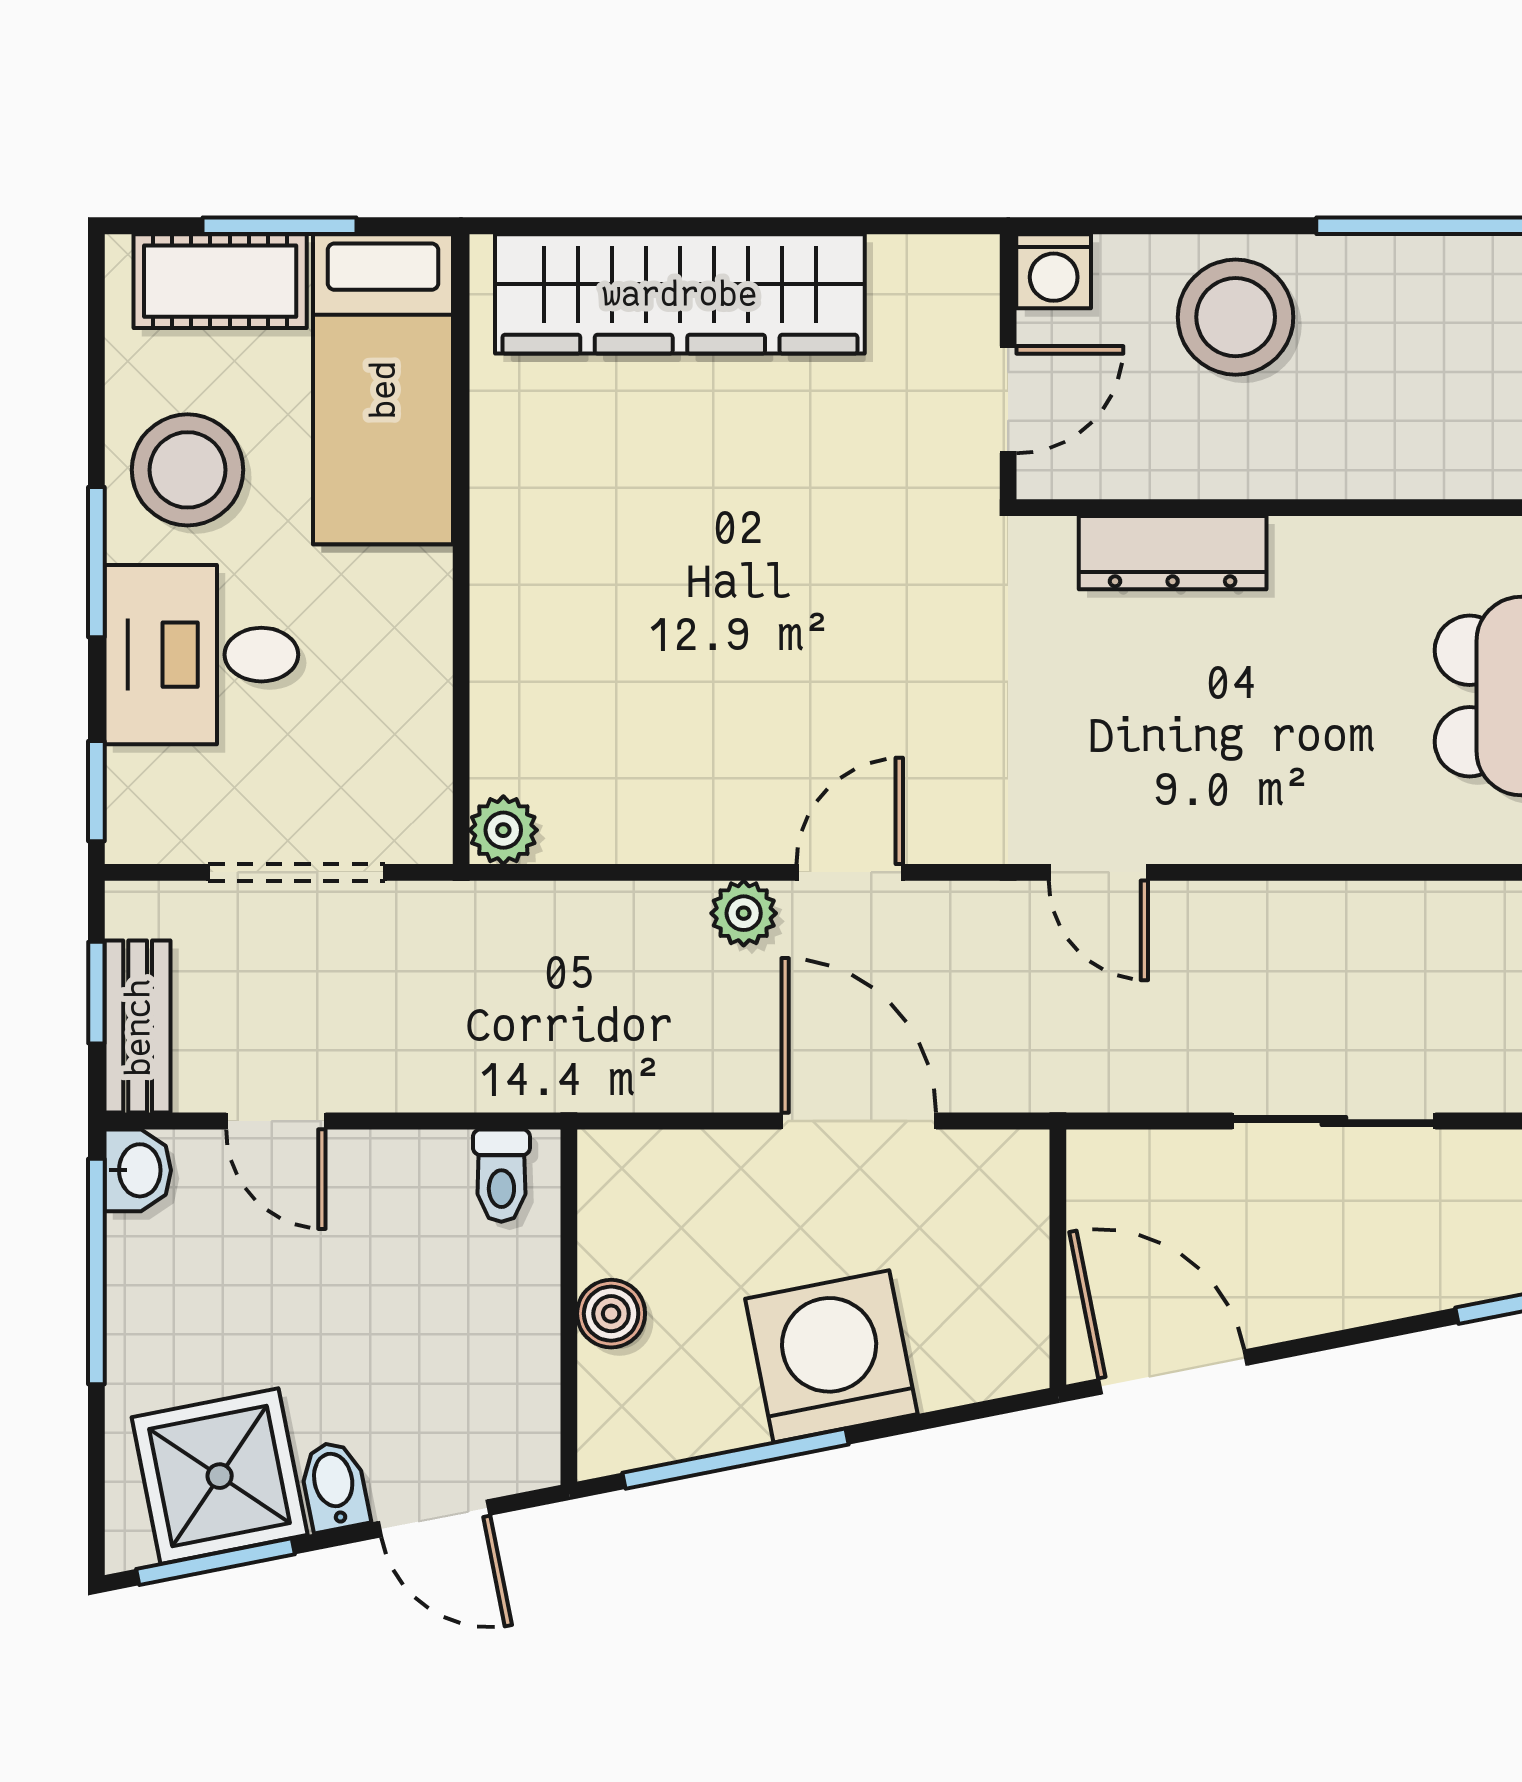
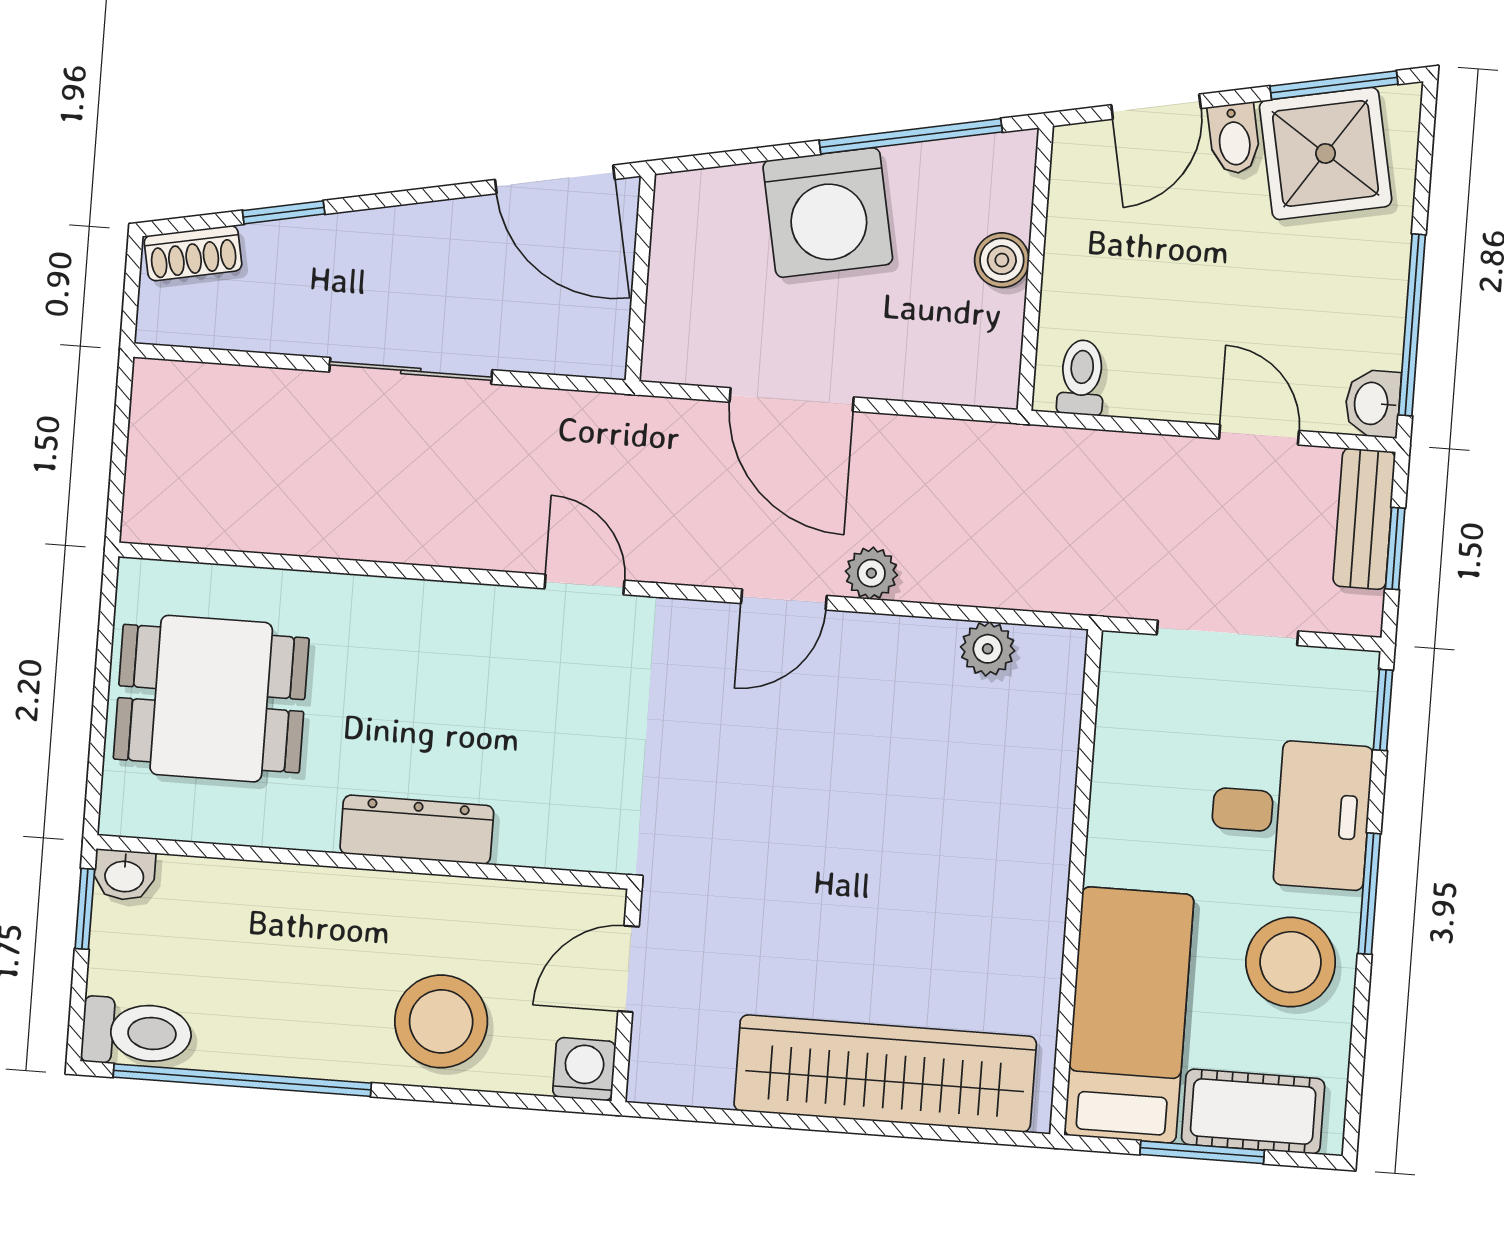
dresser: (1173, 553) -> (417, 830), moved
plant: (503, 830) -> (988, 649), moved
door: (434, 1518) -> (1156, 107), swing flipped

